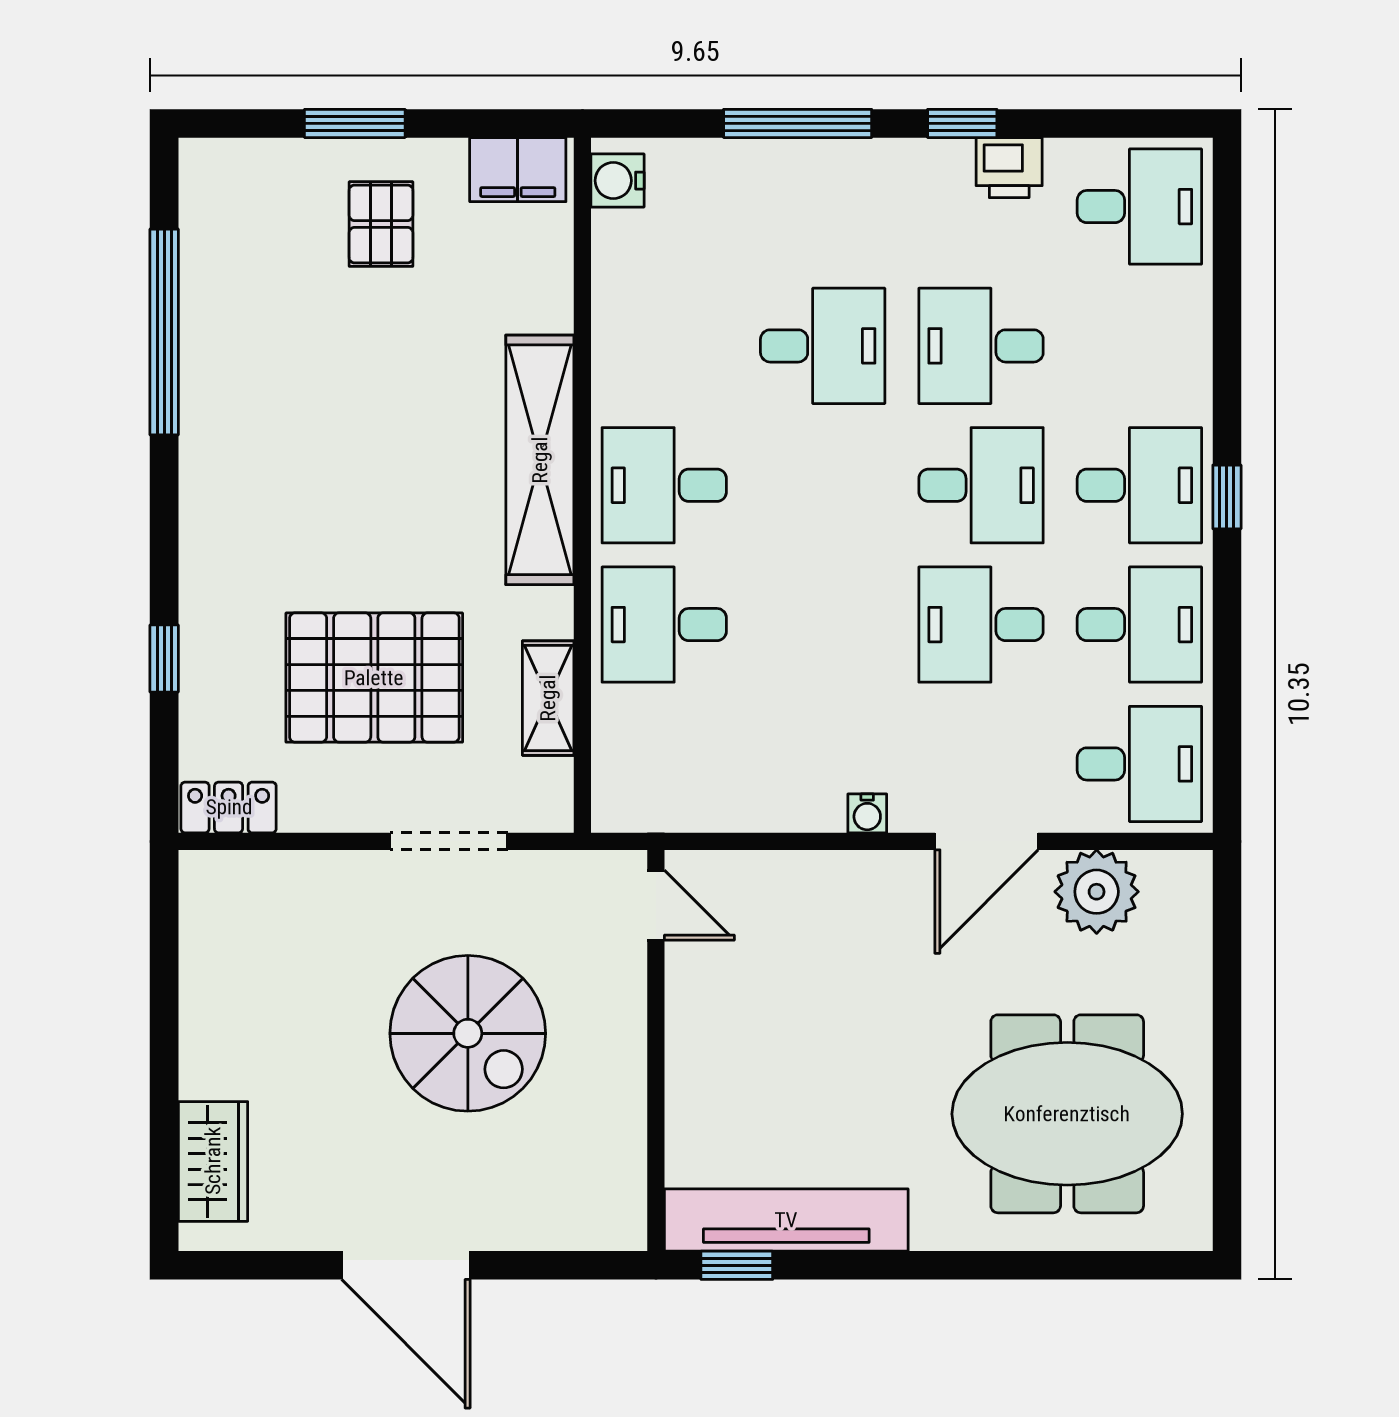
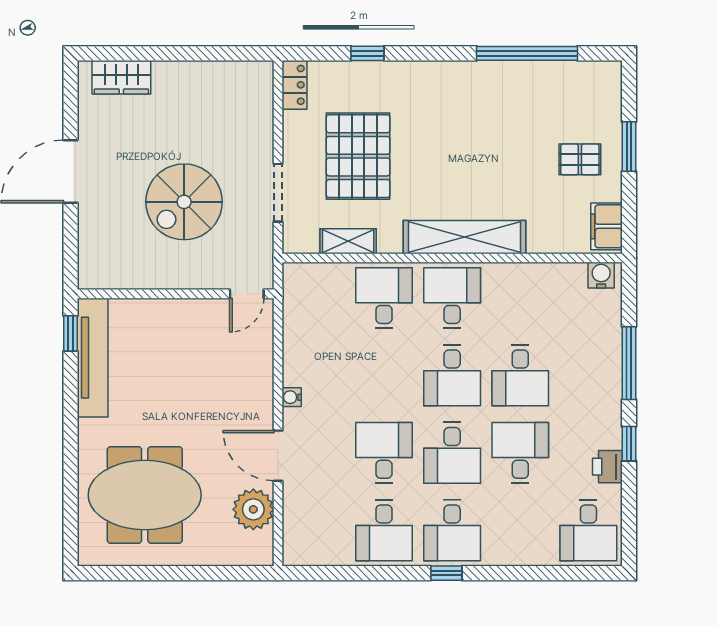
desk: (1139, 764) -> (452, 375), moved
meeting table: (1067, 1114) -> (145, 495), turned 90

